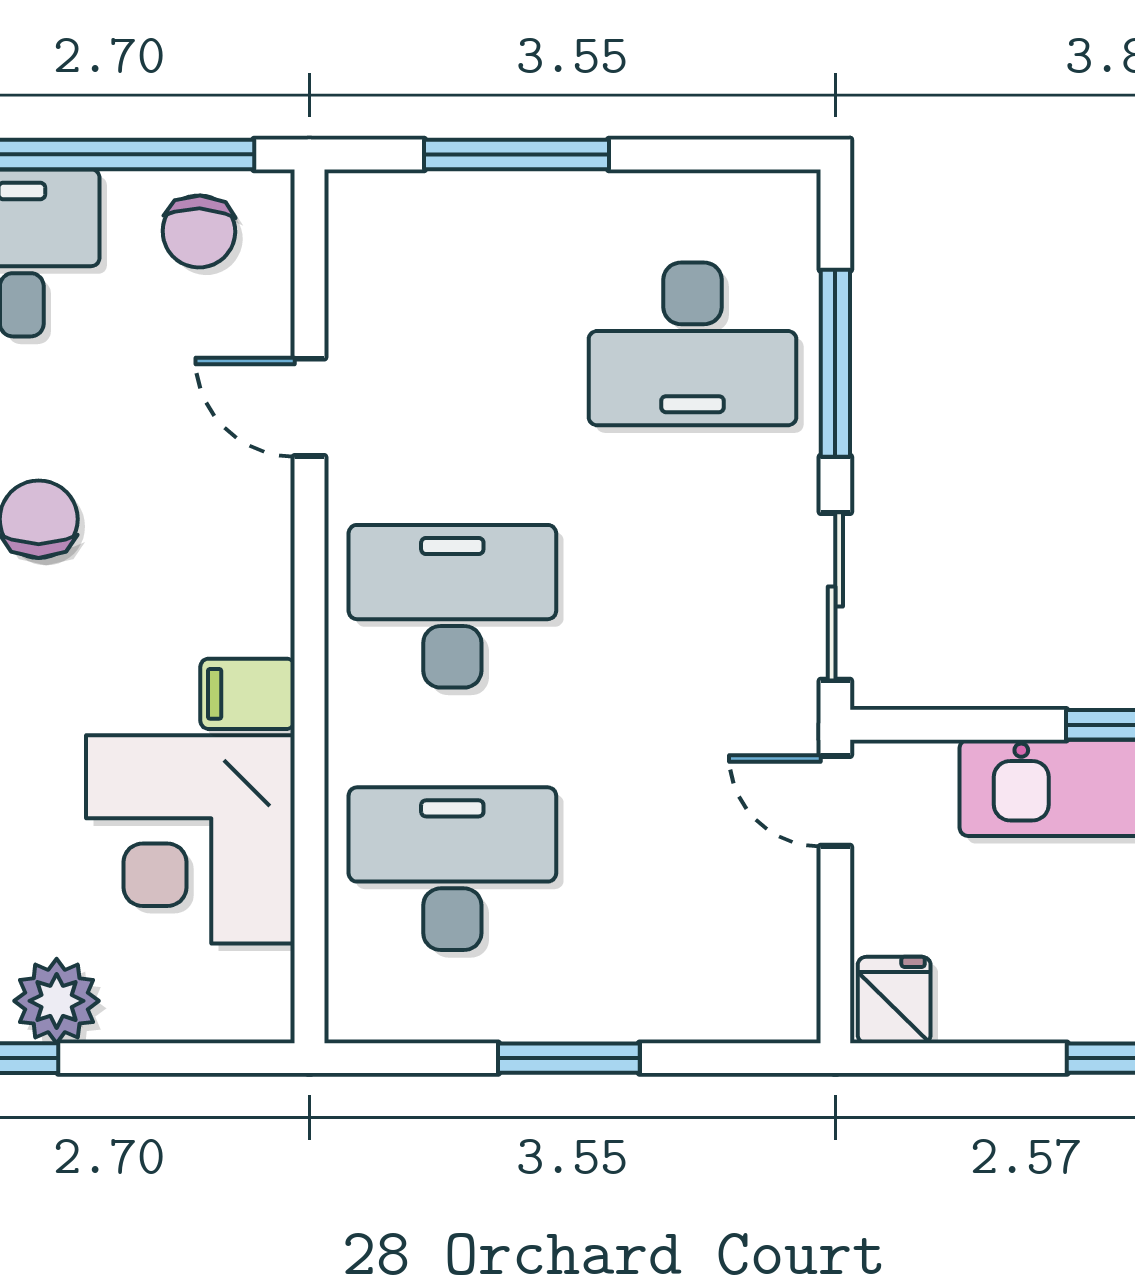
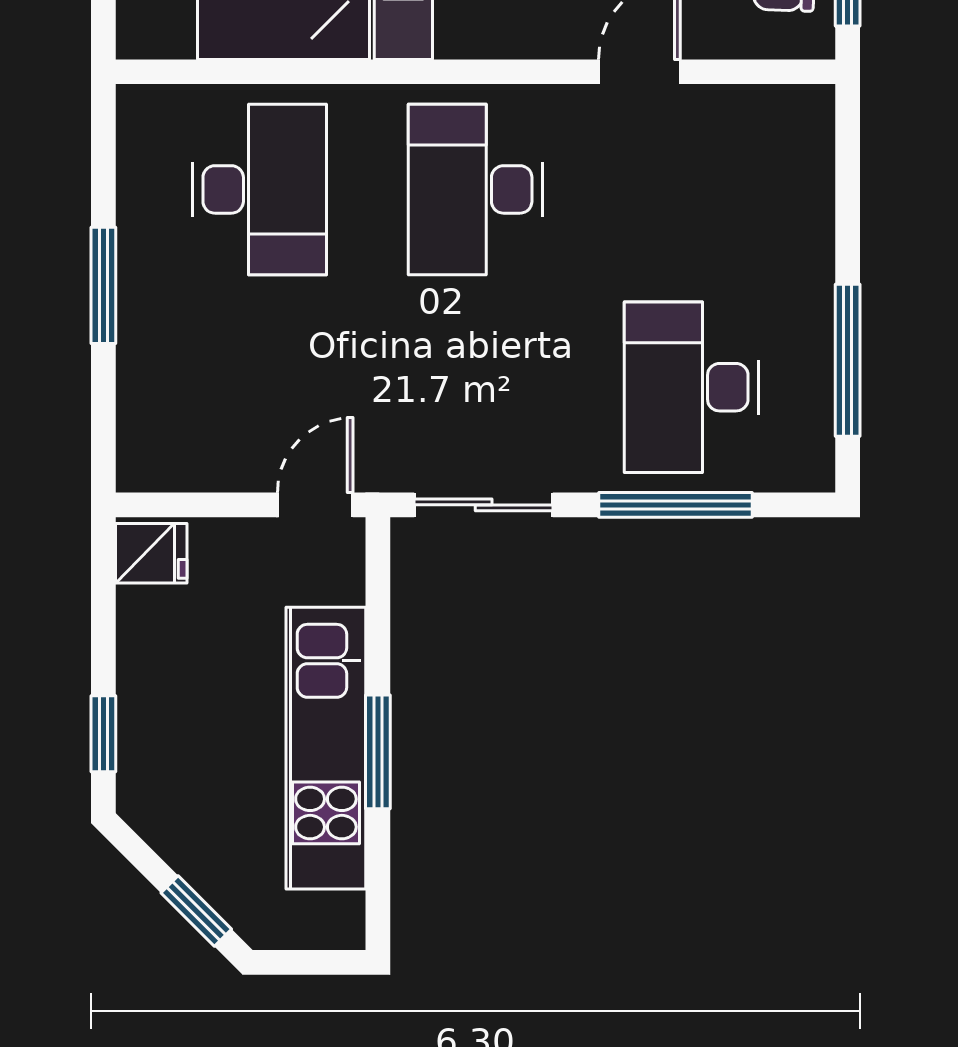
window: (516, 154) -> (848, 360), moved
desk: (452, 606) -> (475, 189), turned 180

